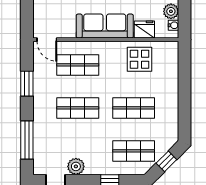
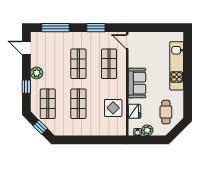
sofa: (105, 26) -> (137, 83), width x0.73
door: (47, 40) -> (127, 42), hinge flipped
plant: (76, 166) -> (37, 73), moved

